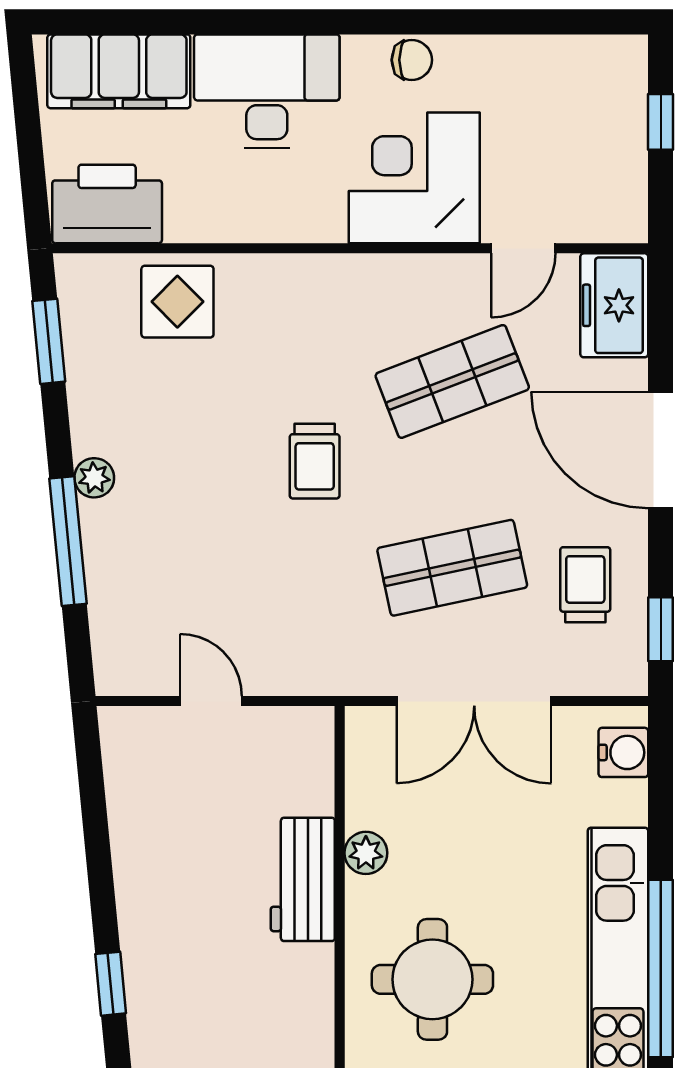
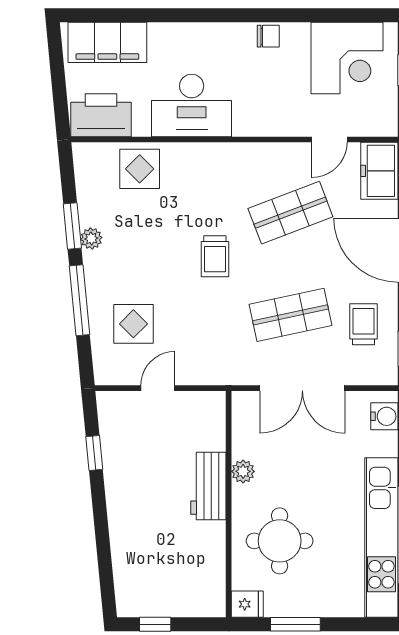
desk: (267, 91) -> (192, 105), moved, turned 180
corner desk: (414, 178) -> (347, 58), moved, turned 180
window: (49, 341) -> (72, 226), moved
plant: (94, 478) -> (91, 239), moved
display table: (166, 584) -> (133, 324), added
door: (211, 701) -> (158, 388), hinge flipped
window: (111, 984) -> (94, 453), moved

